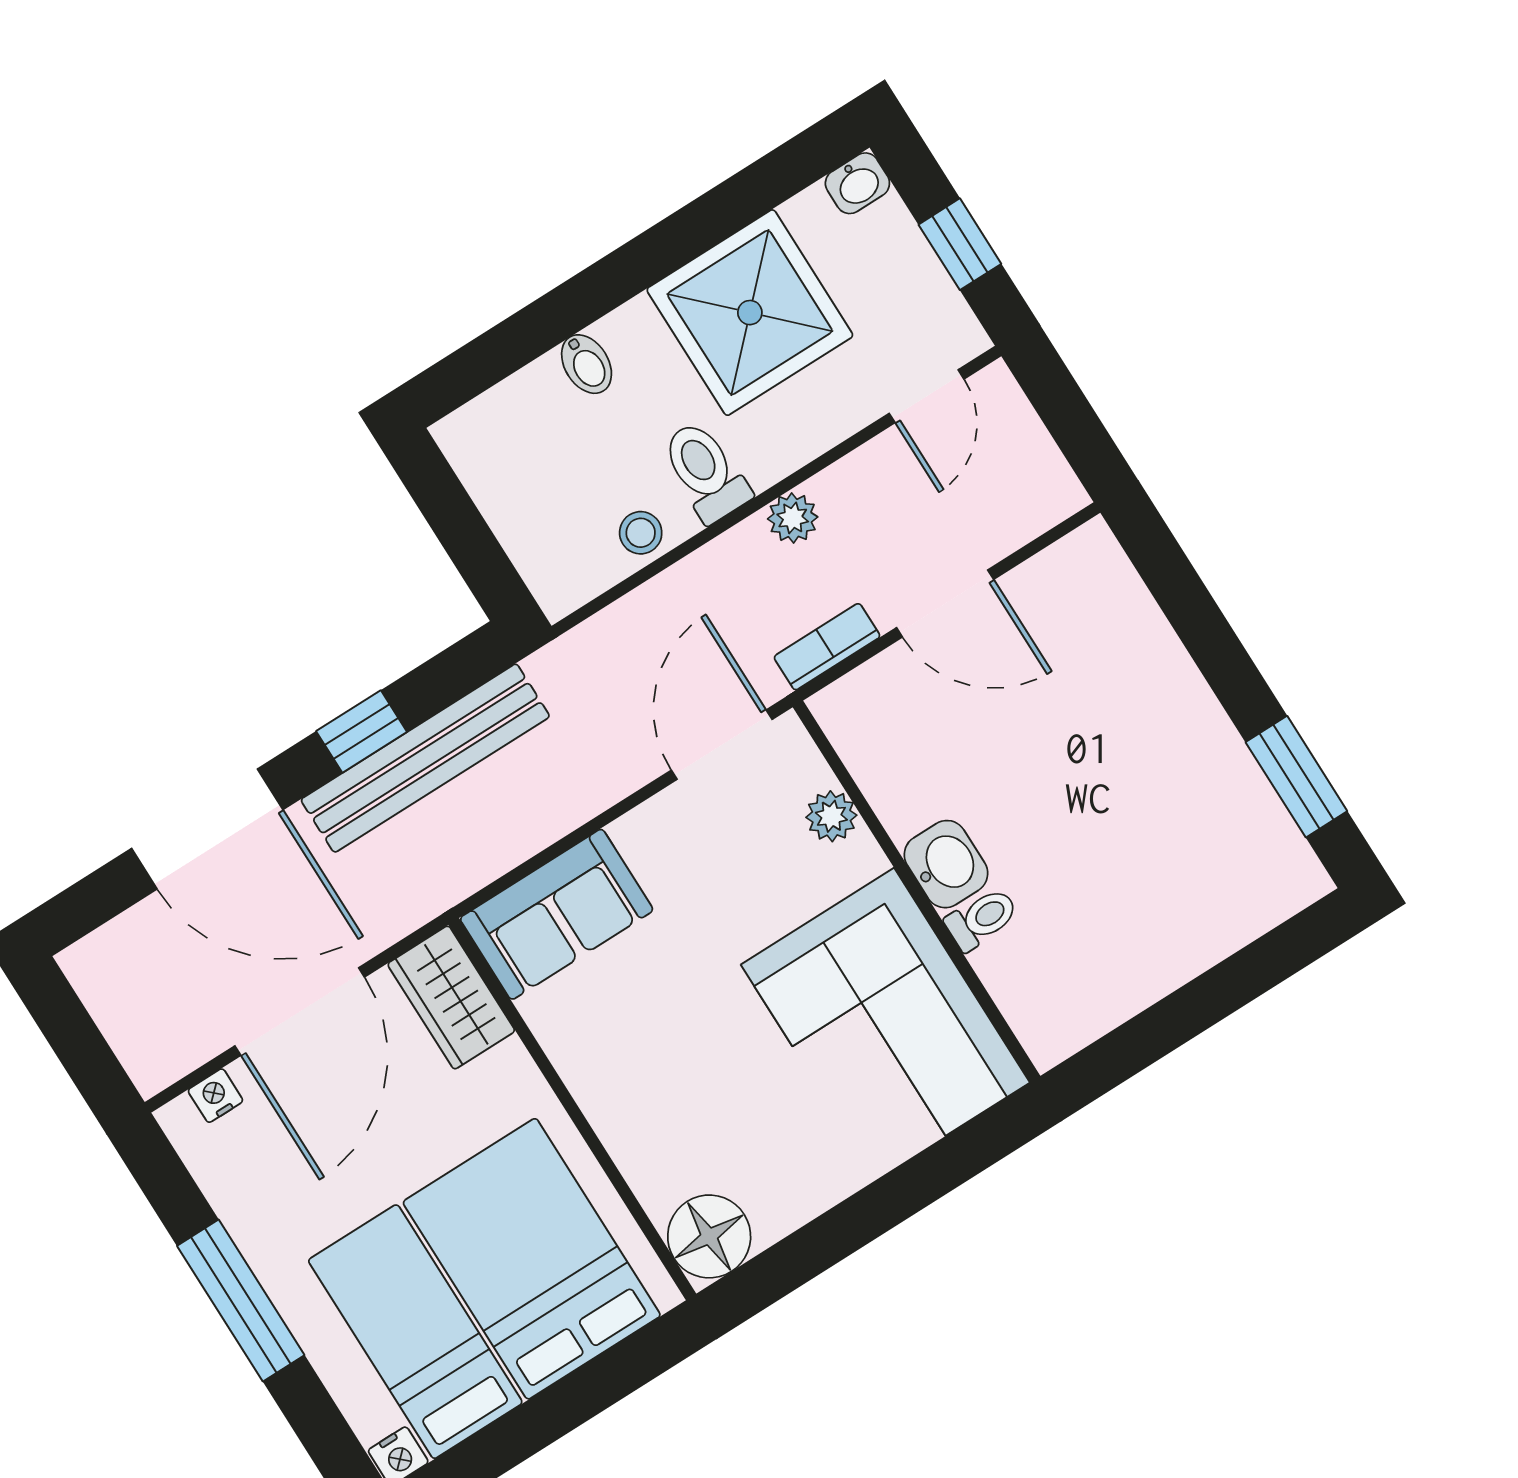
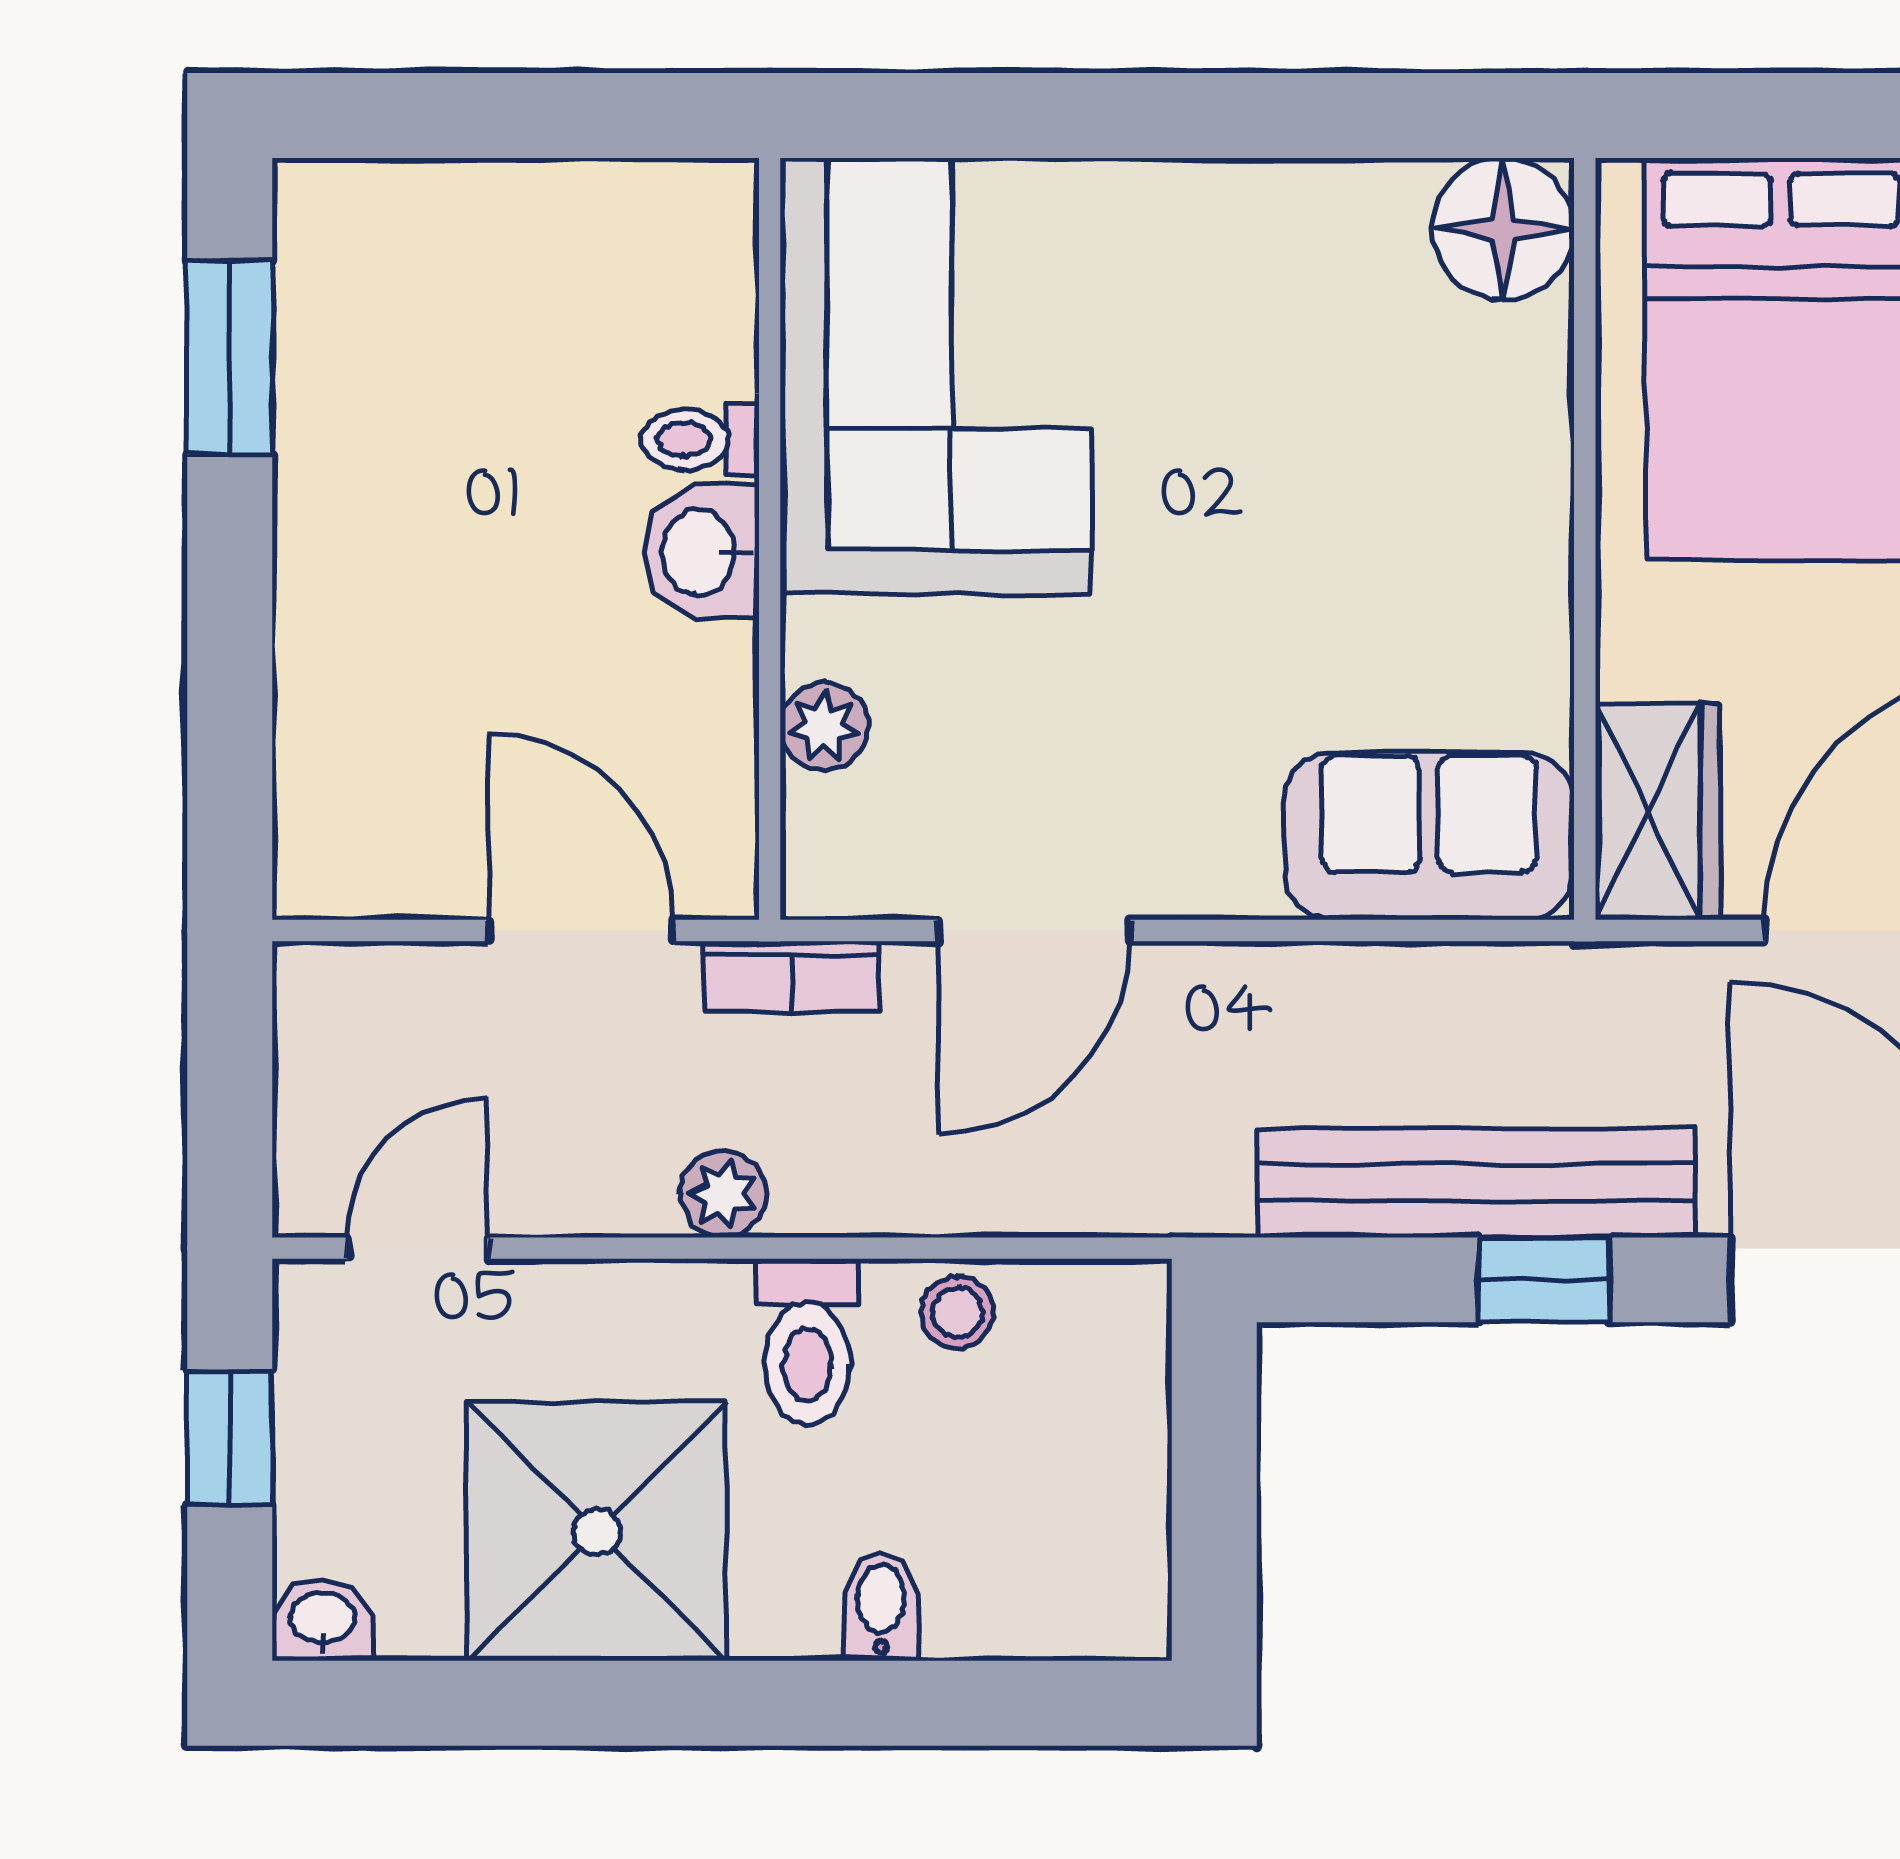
plant: (831, 816) -> (824, 726), moved
washbasin: (946, 864) -> (702, 552), moved
wall: (917, 892) -> (770, 539), moved
toilet: (982, 919) -> (700, 440), moved
corner sofa: (885, 1024) -> (936, 376), moved

